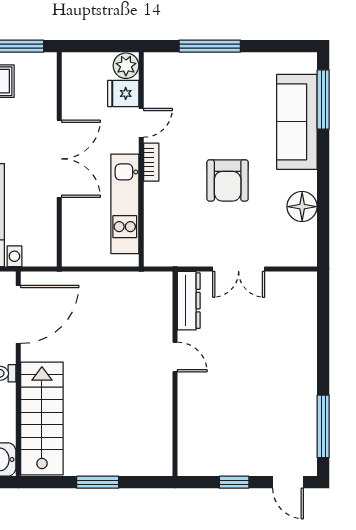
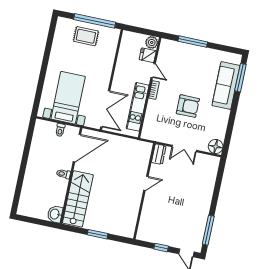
door: (141, 123) -> (153, 71), hinge flipped
double door: (59, 159) -> (105, 109), moved
armchair: (228, 180) -> (188, 106), turned -90
floor lamp: (302, 207) -> (216, 147), moved
dresser: (189, 301) -> (159, 154), width x0.70
door: (175, 357) -> (146, 183), hinge flipped

